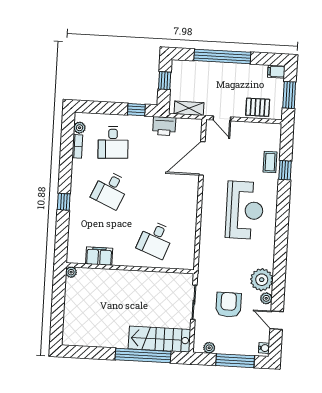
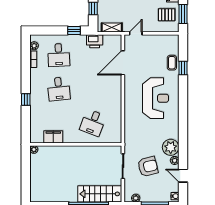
pallet: (258, 107) -> (167, 15), moved
door: (222, 118) -> (136, 33), swing flipped
desk: (110, 190) -> (59, 89), turned -30
armchair: (229, 305) -> (148, 167), turned 76

